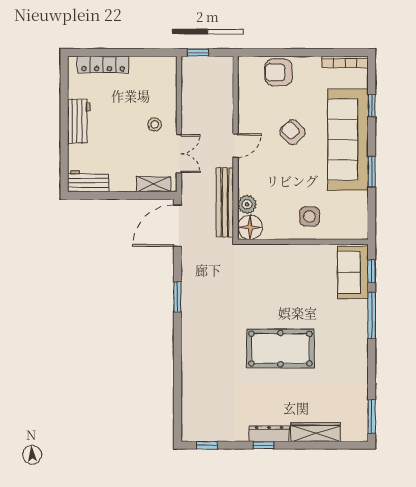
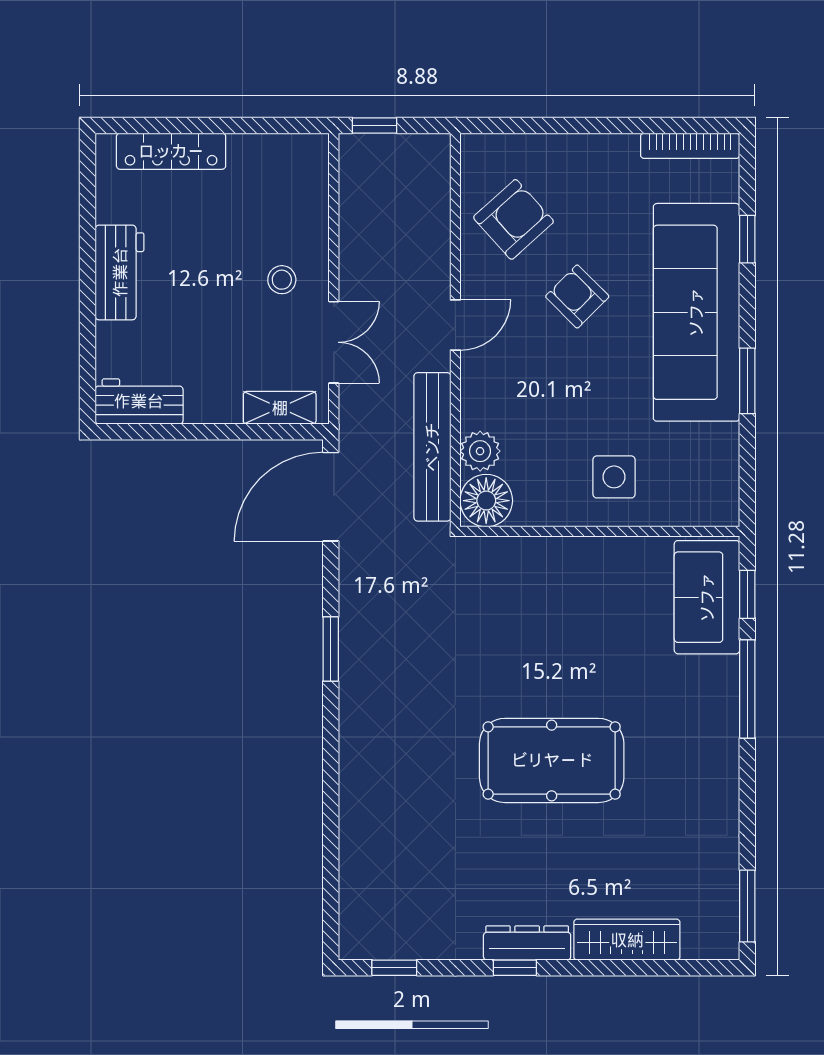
armchair: (278, 72) -> (513, 219), moved, turned 138

